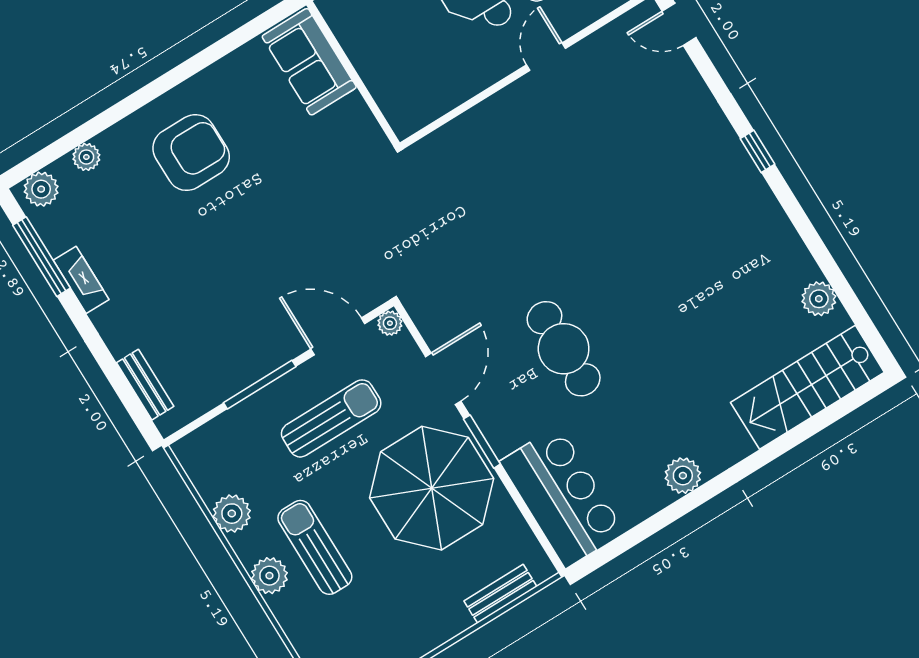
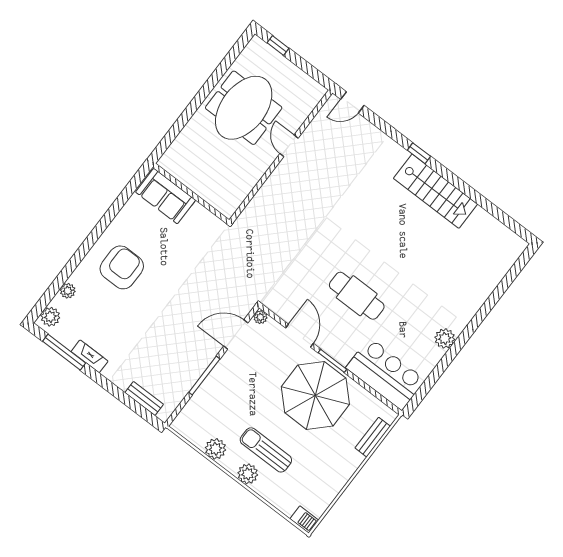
plant: (819, 299) -> (481, 218), removed
stairs: (807, 387) -> (436, 191), moved, turned -90
sun lounger: (331, 418) -> (249, 379), removed

